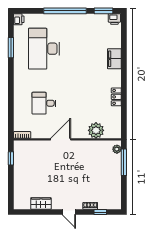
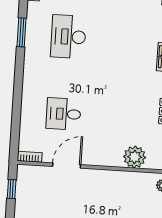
desk: (44, 49) -> (68, 37), width x0.73, depth x0.77
door: (61, 139) -> (67, 166), moved

